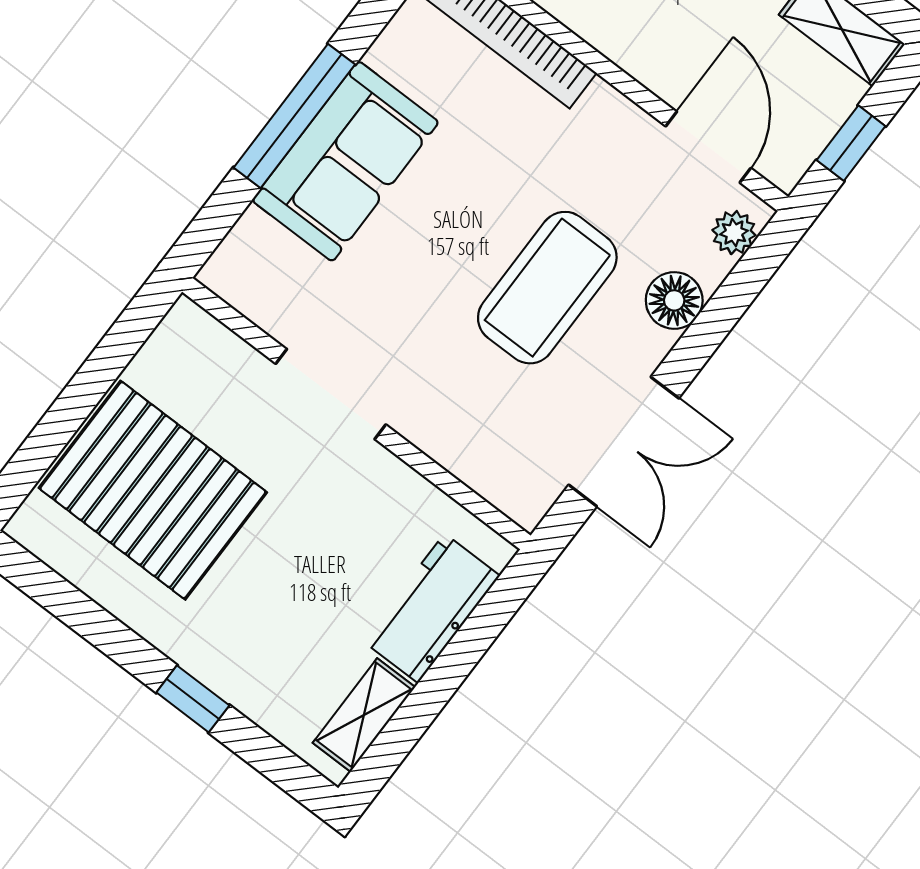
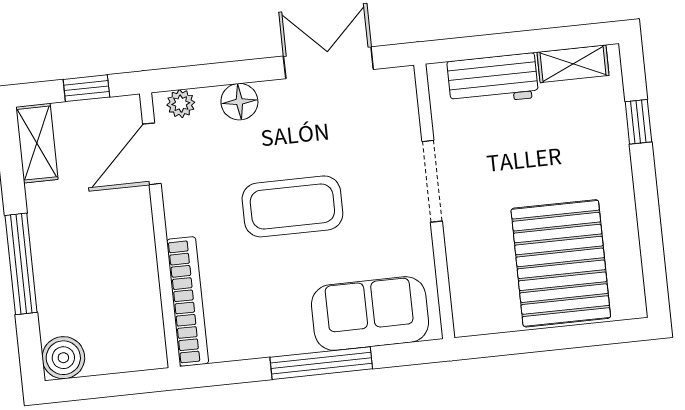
sofa: (345, 161) -> (370, 314), moved
coffee table: (547, 288) -> (292, 206), moved
doorway: (331, 394) -> (432, 181), moved
window: (193, 699) -> (638, 122), moved

